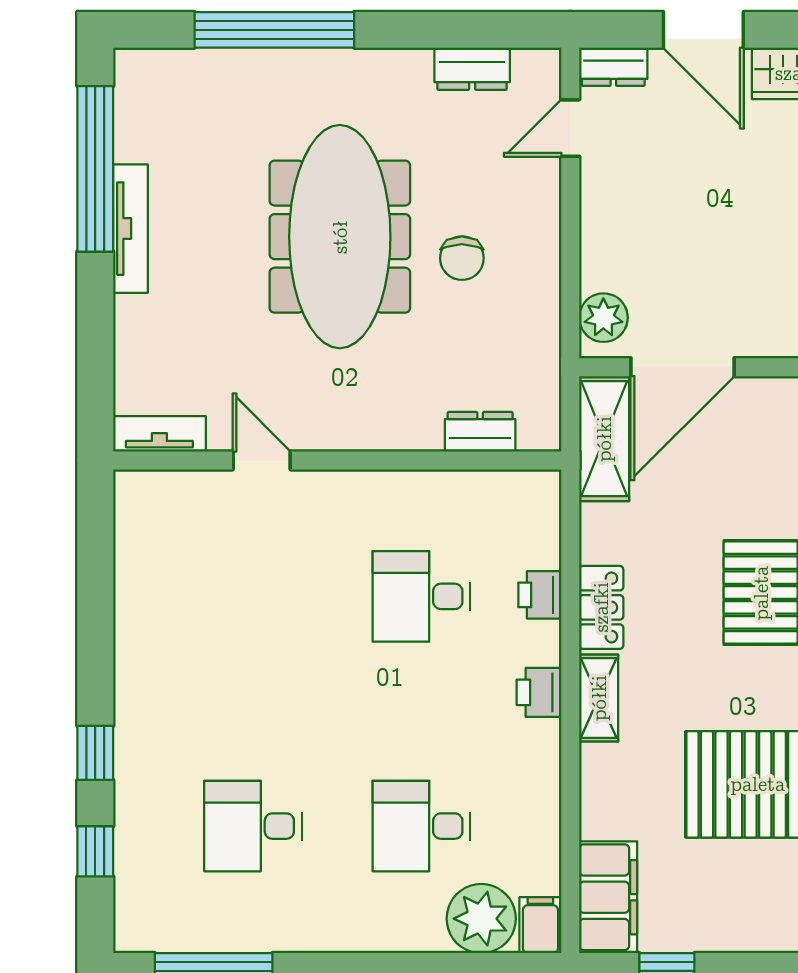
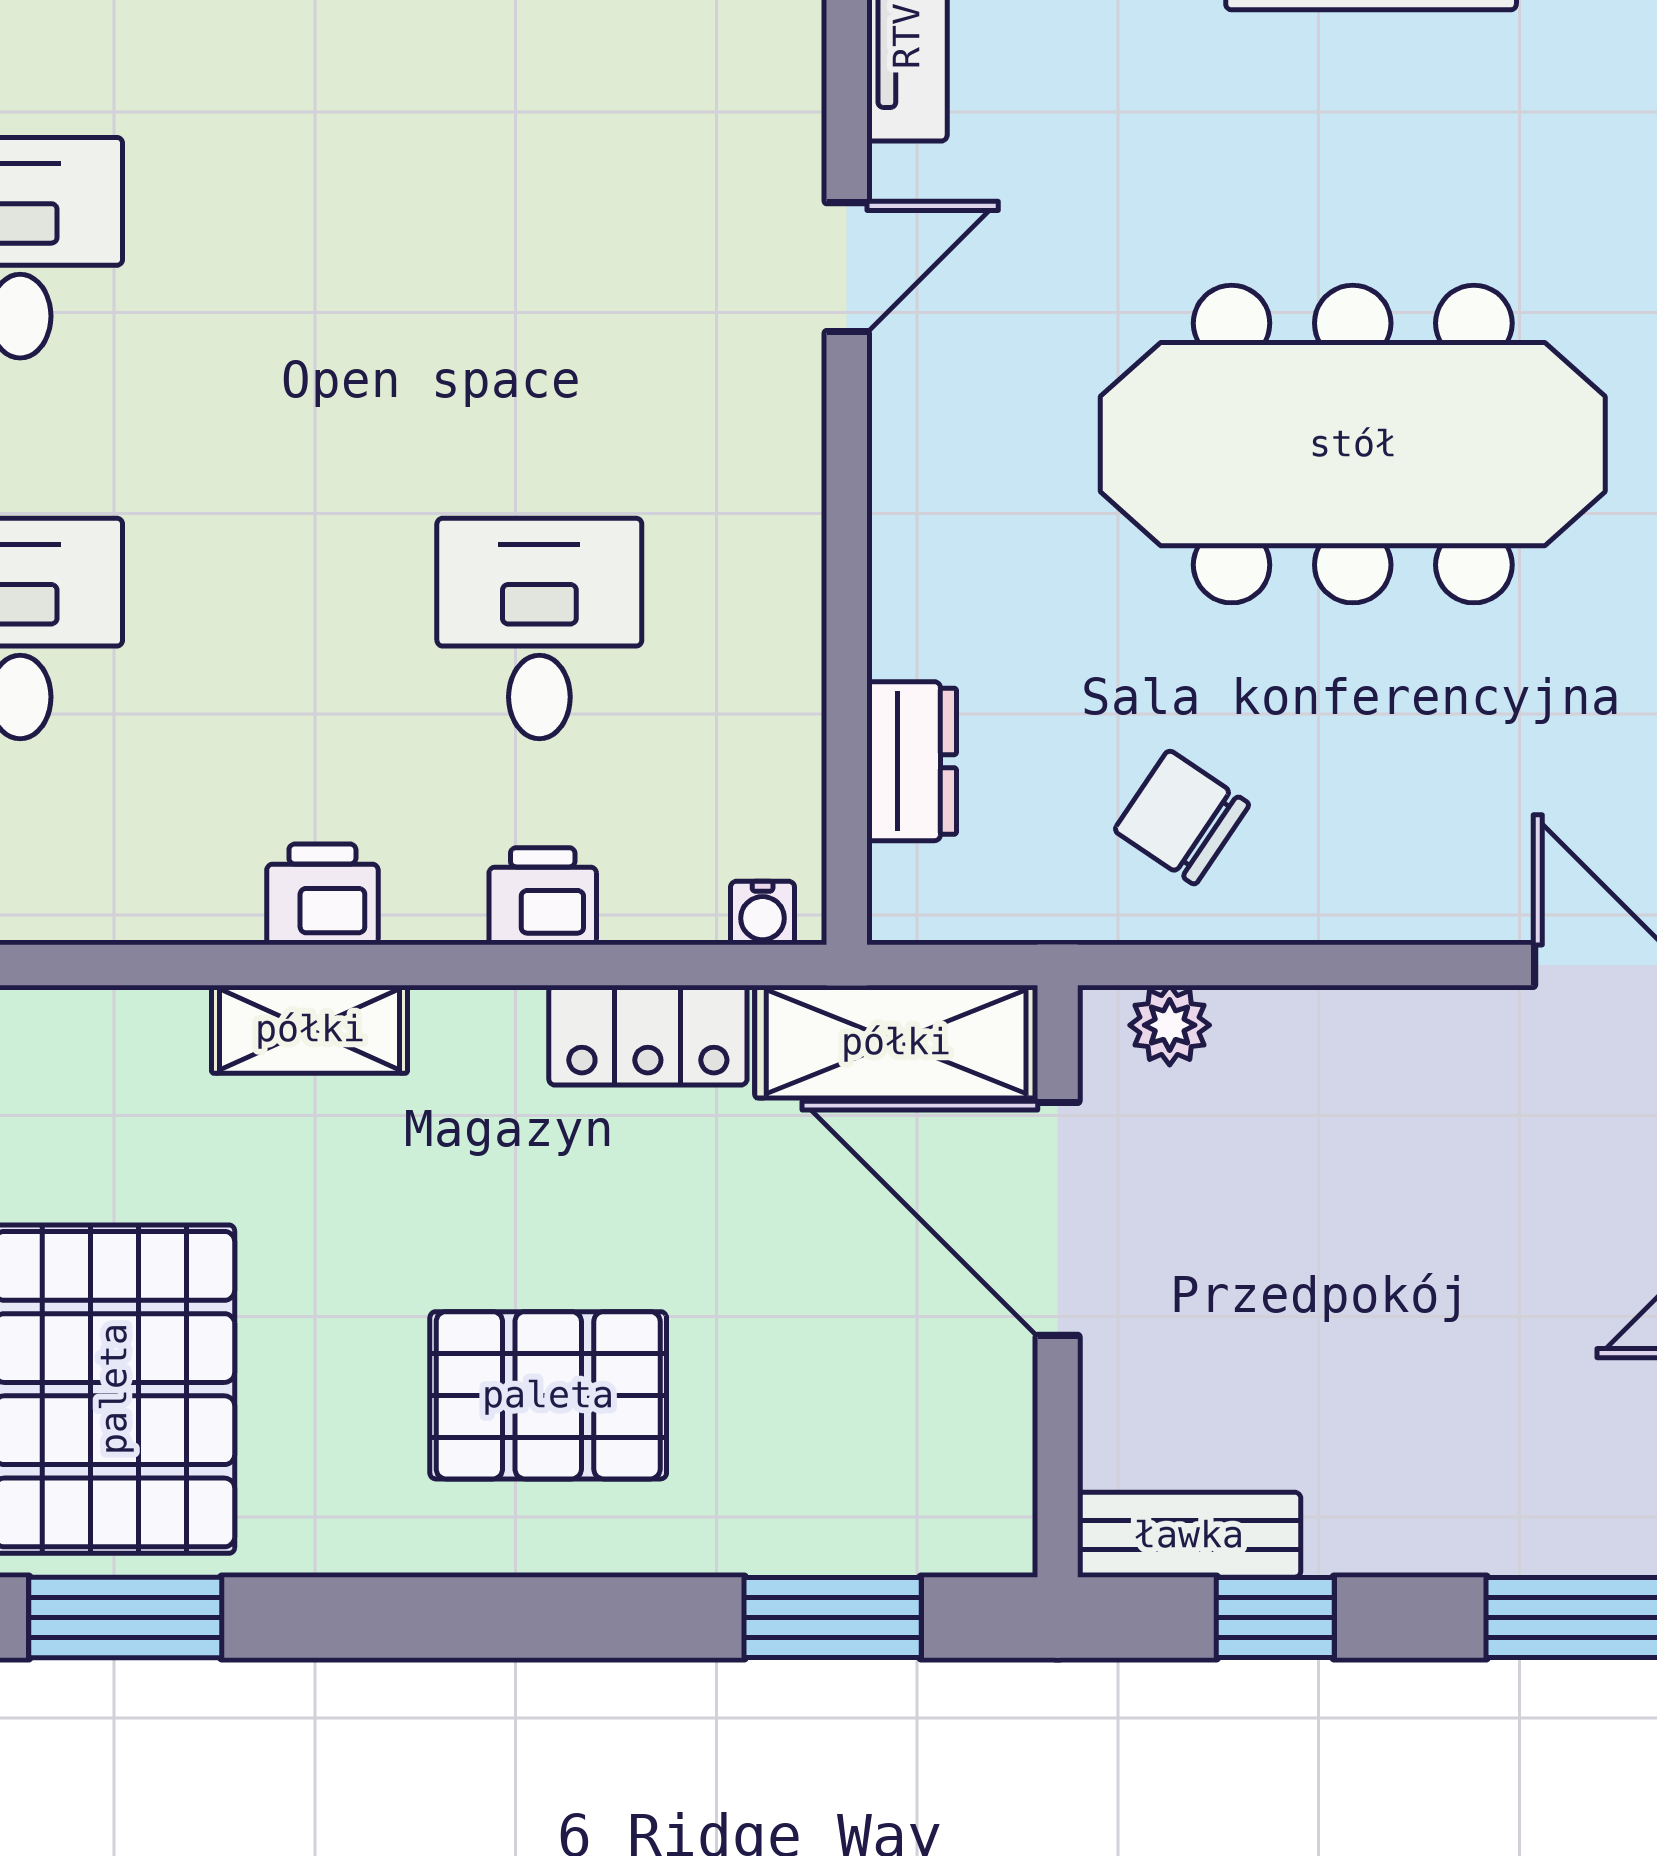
chair: (462, 258) -> (1182, 817), moved, turned 34
plant: (603, 318) -> (1170, 1025), width x0.73, depth x0.73
water cooler: (547, 498) -> (763, 913), added
locker: (601, 607) -> (648, 1035), moved

